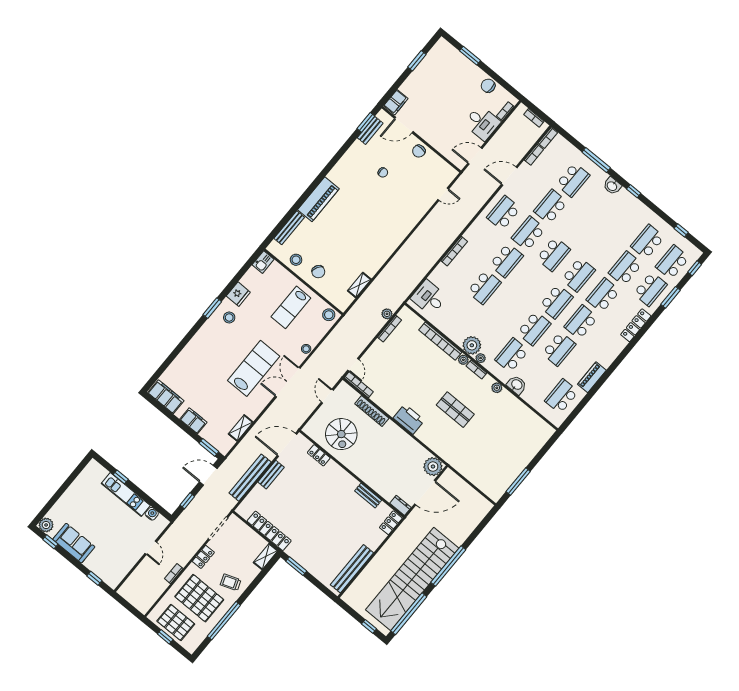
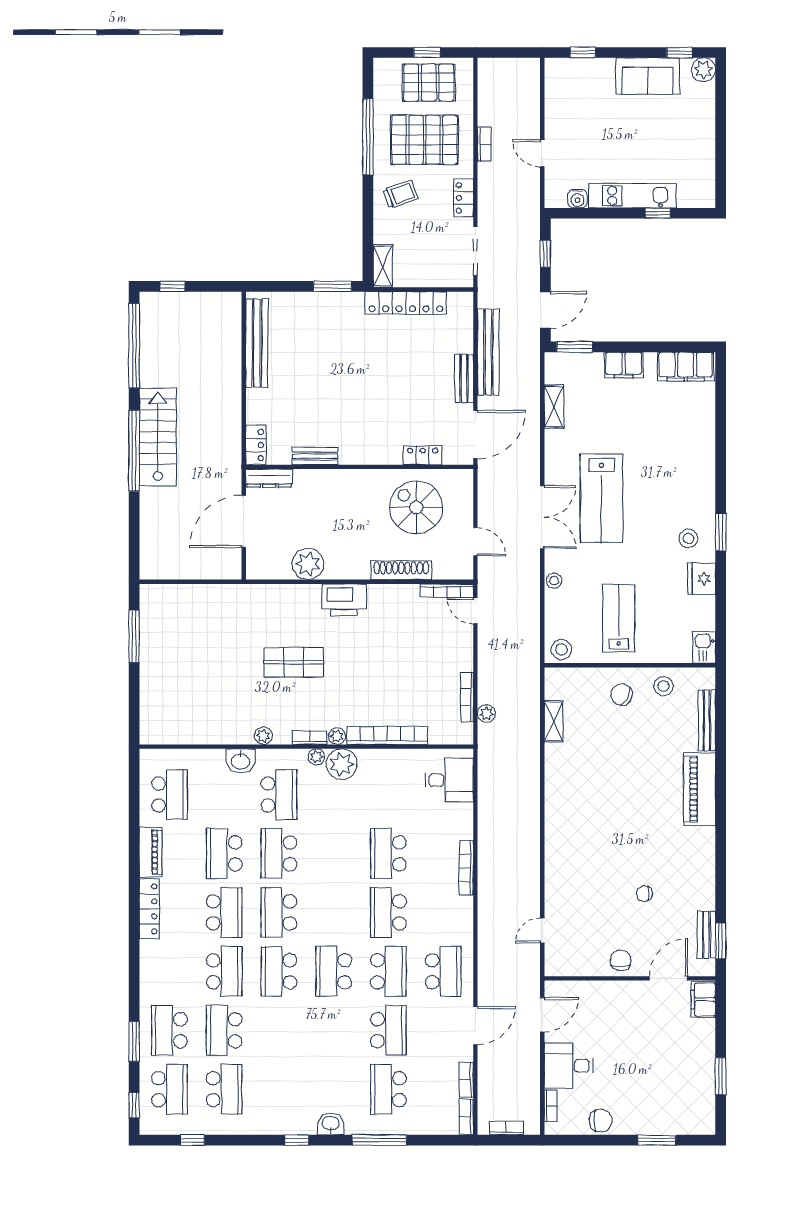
school desk: (625, 268) -> (224, 1030), turned 180
locker: (636, 325) -> (149, 909), moved
plant: (433, 467) -> (308, 564), moved
dresser: (400, 505) -> (269, 478), width x1.44
stairs: (412, 579) -> (158, 437), width x0.54, depth x0.66

